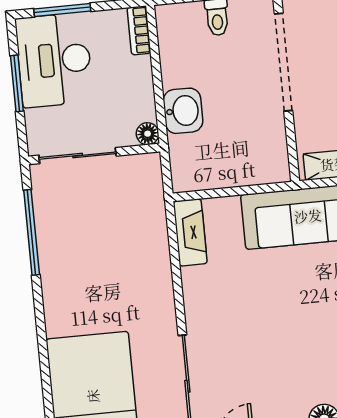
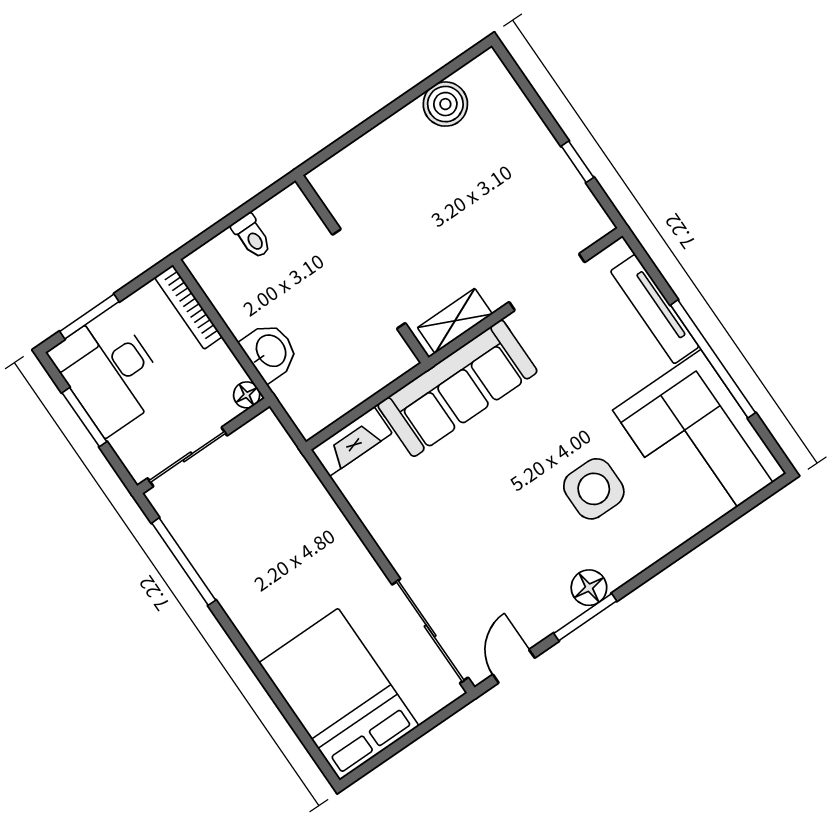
bookcase: (139, 30) -> (188, 307), width x1.56
doorway: (284, 62) -> (369, 279), moved
fireplace: (190, 232) -> (352, 441), moved, turned 90

